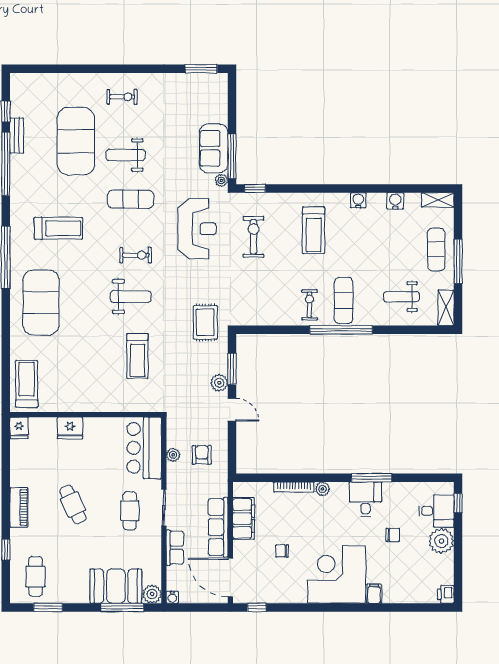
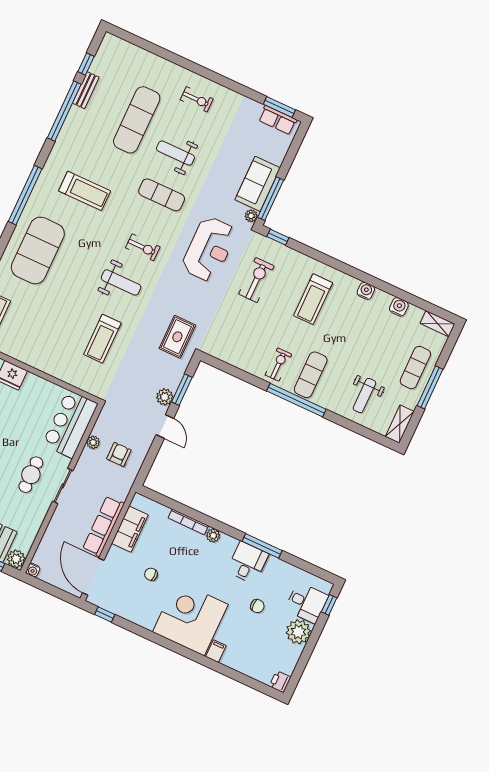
exercise mat: (76, 141) -> (137, 120), width x0.68
weight bench: (401, 297) -> (364, 396), turned -90
row of seats: (175, 548) -> (278, 120), moved, turned 90

